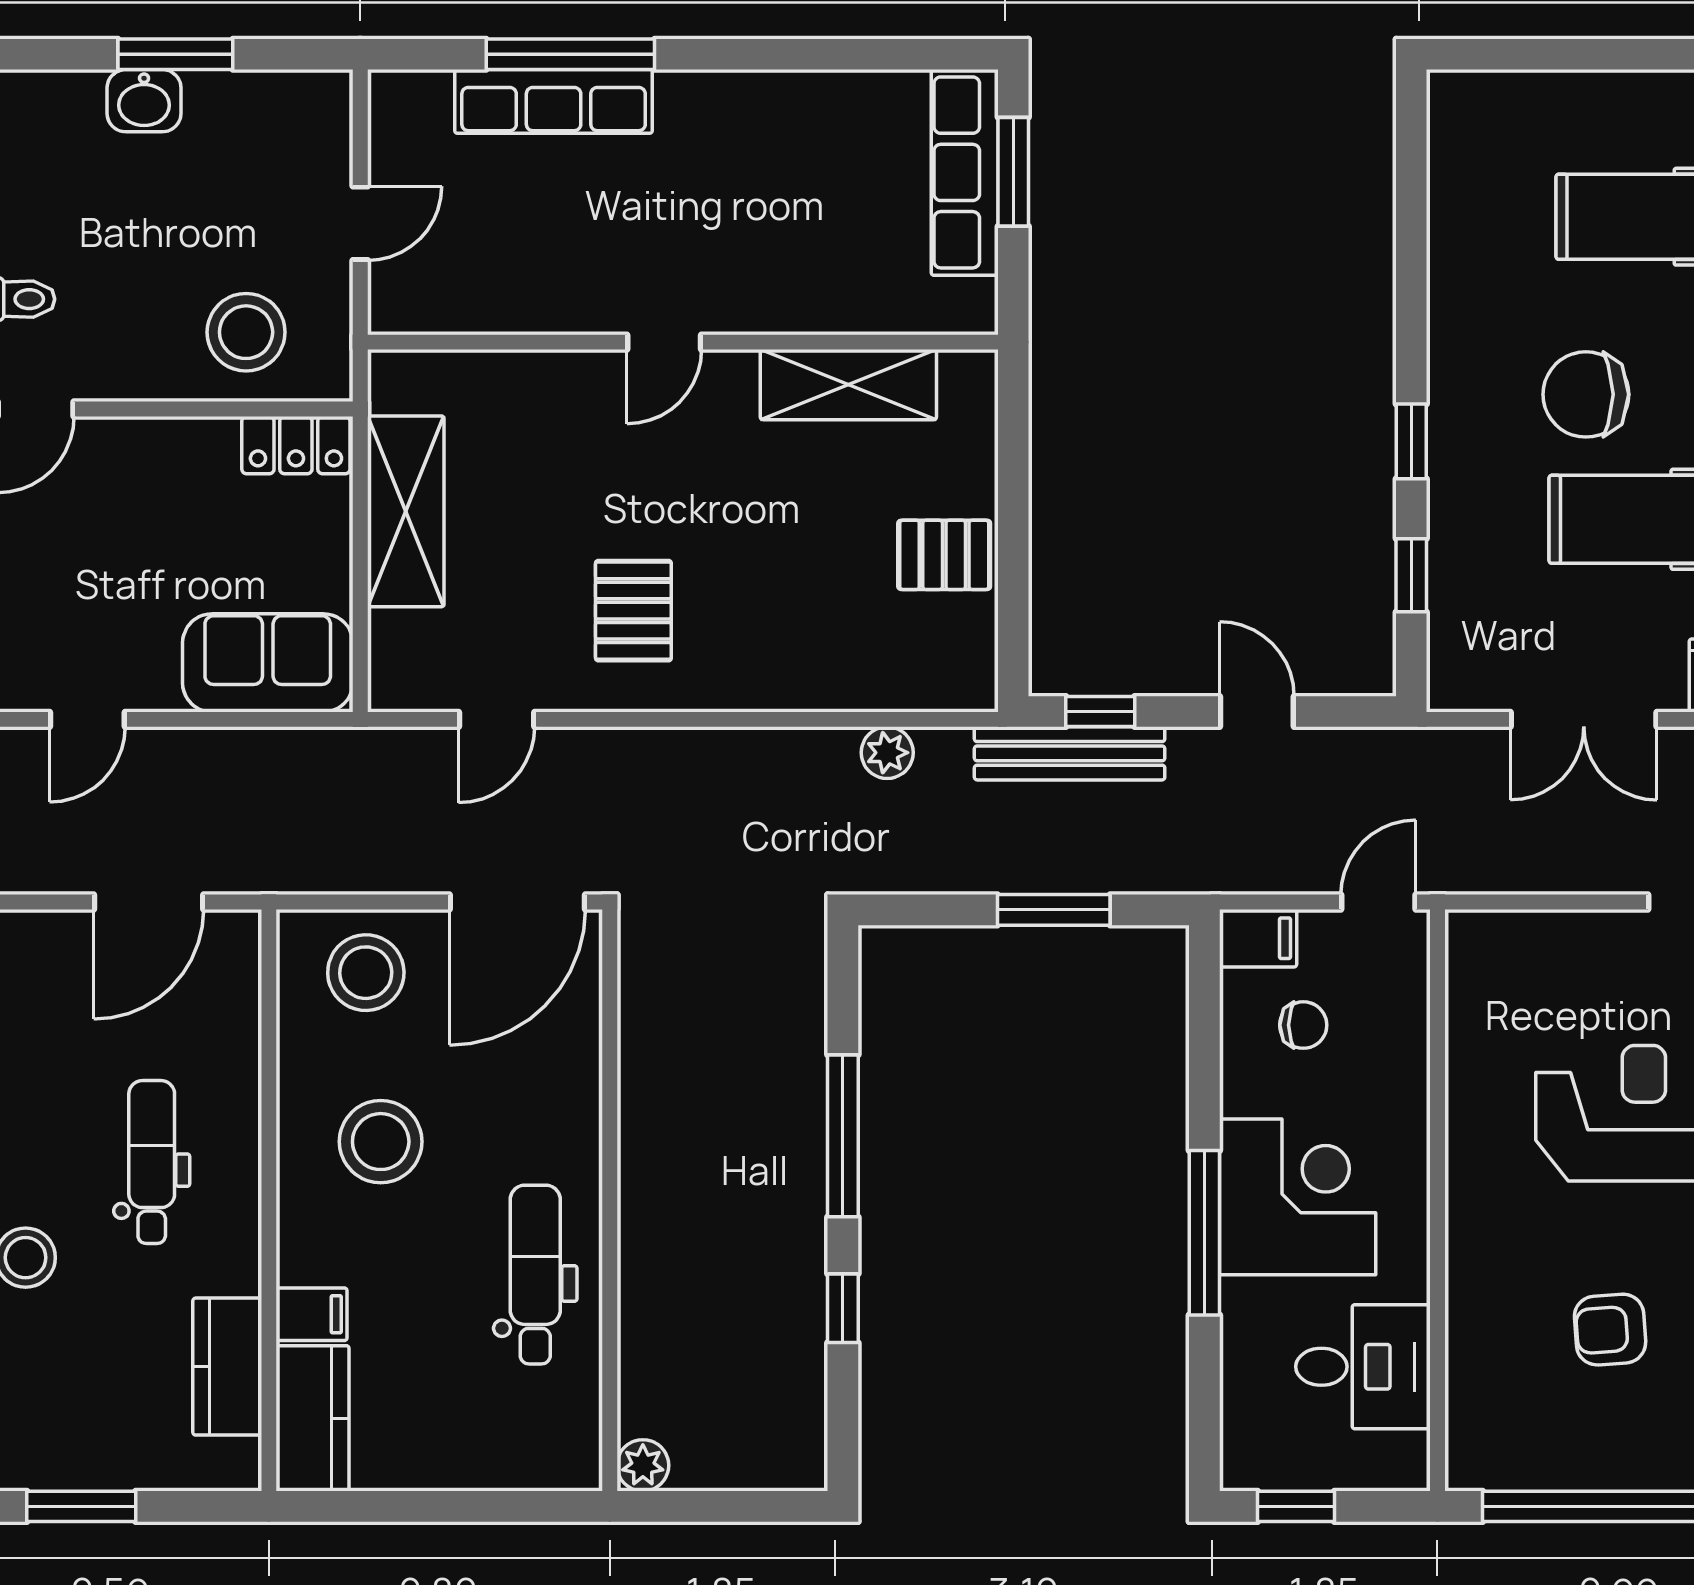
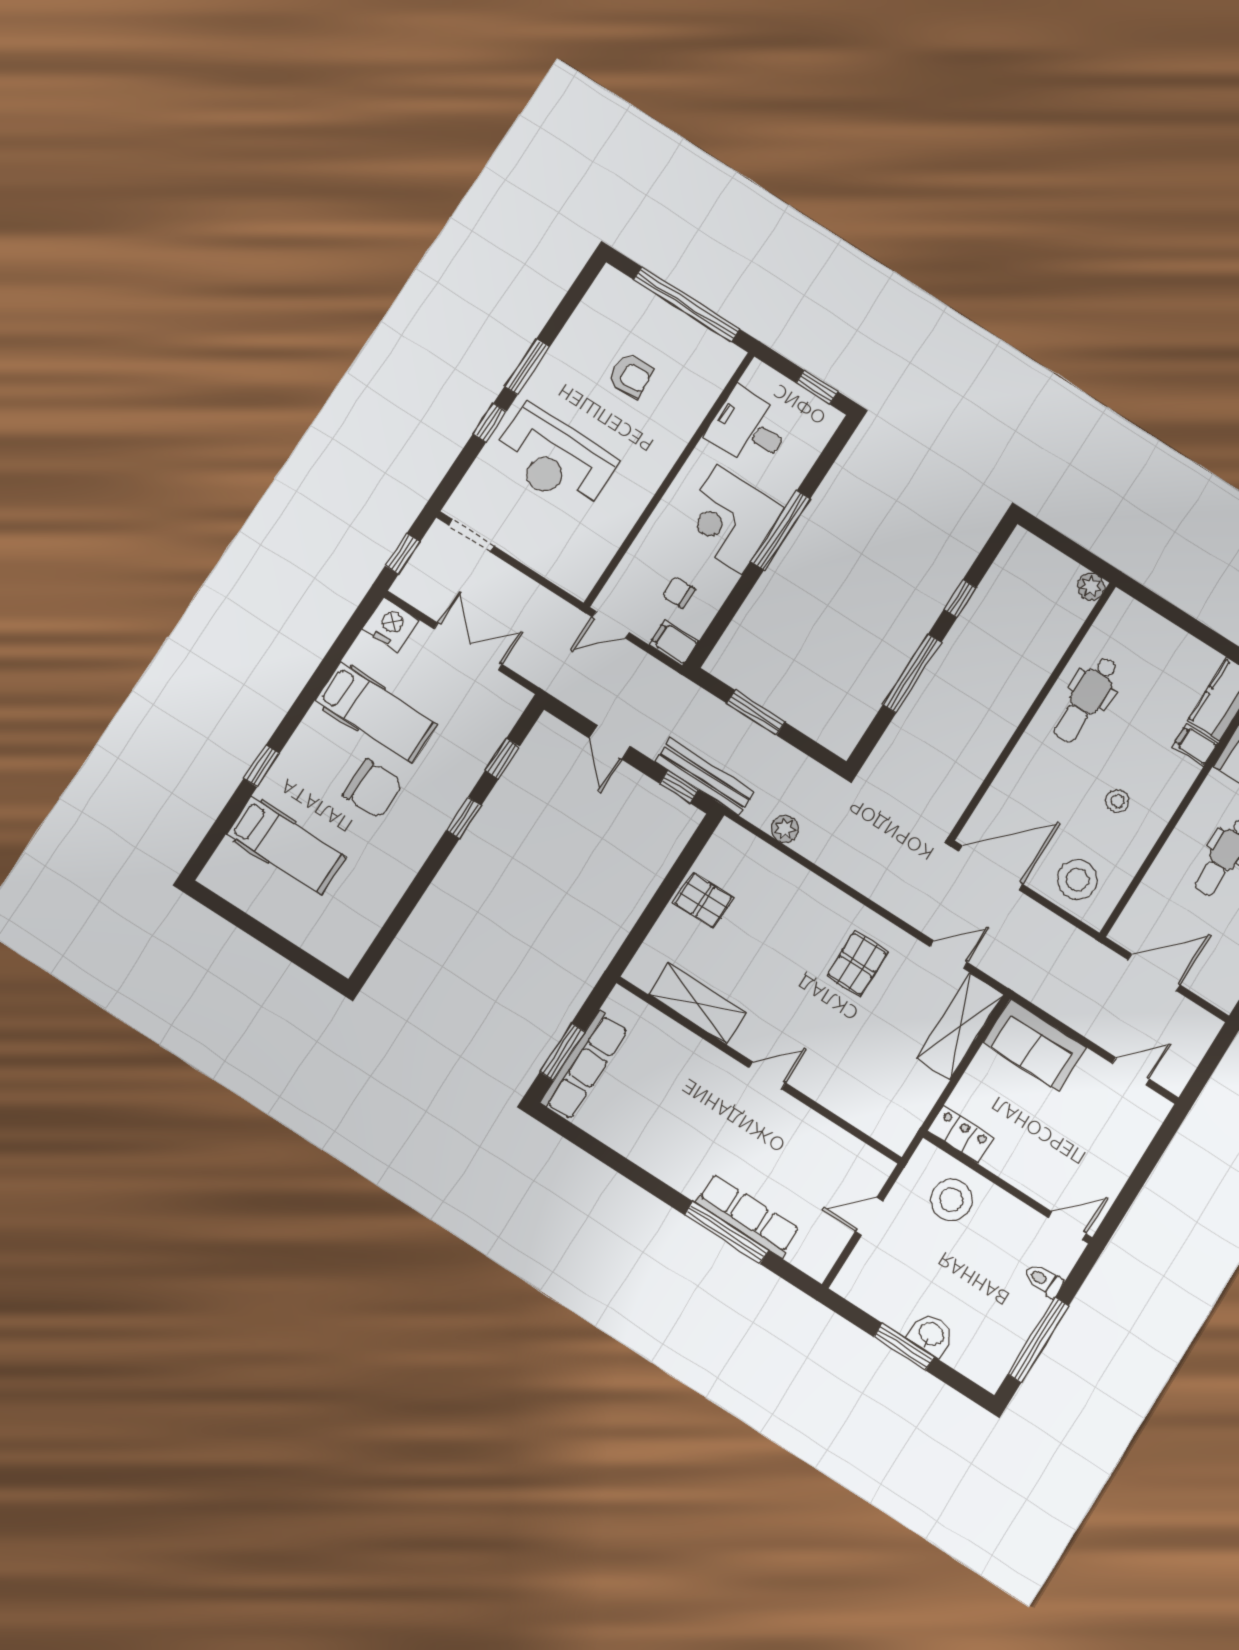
shelving: (406, 511) -> (960, 1026), moved
stool: (381, 1142) -> (1117, 801), width x0.53, depth x0.53

